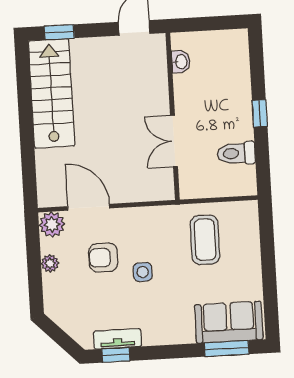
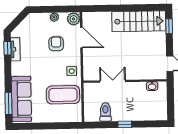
door: (89, 207) -> (81, 38), hinge flipped
coffee table: (205, 240) -> (63, 95), width x1.36, depth x1.32
side table: (143, 272) -> (72, 71), moved
sofa: (229, 322) -> (21, 99), width x1.36

